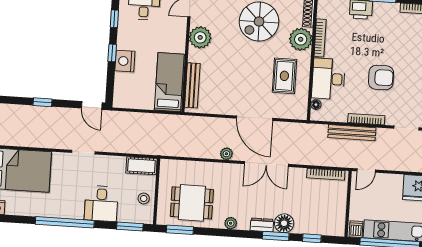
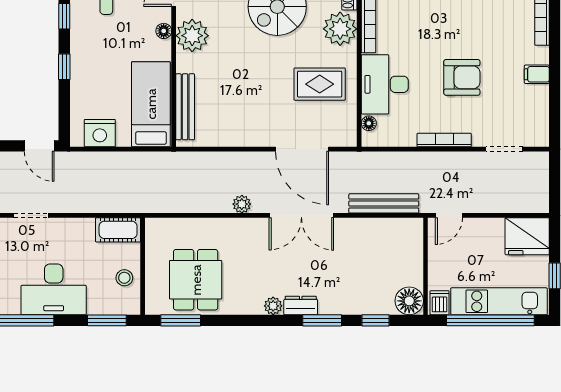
floor lamp: (181, 33) -> (164, 31), added
nightstand: (125, 61) -> (100, 133), moved, turned -90
rug: (284, 76) -> (320, 84), turned 90
door: (255, 118) -> (302, 149), moved
bench: (352, 133) -> (384, 203), moved
bookcase: (326, 174) -> (390, 225), removed
dining table: (192, 203) -> (196, 280), turned 90
desk: (101, 204) -> (54, 289), width x1.37
plant: (231, 223) -> (273, 306), moved
floor lamp: (284, 223) -> (409, 301), moved

